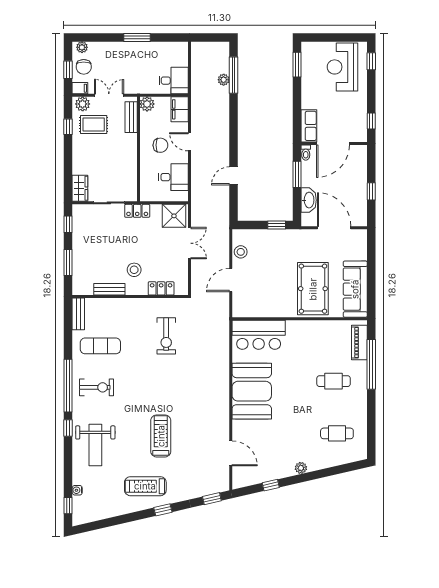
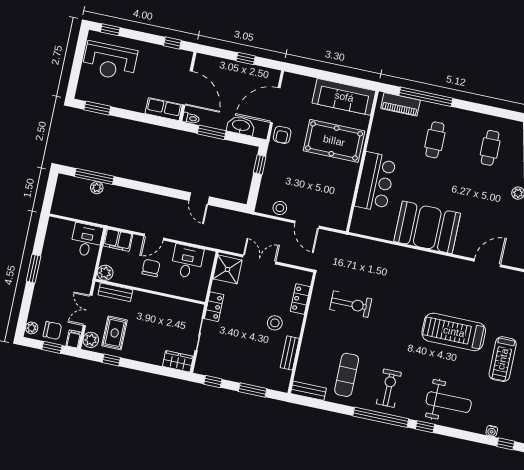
armchair: (308, 240) -> (282, 135), added
bar counter: (259, 335) -> (375, 182), moved
treadmill: (161, 436) -> (454, 332), width x1.37, depth x1.38

